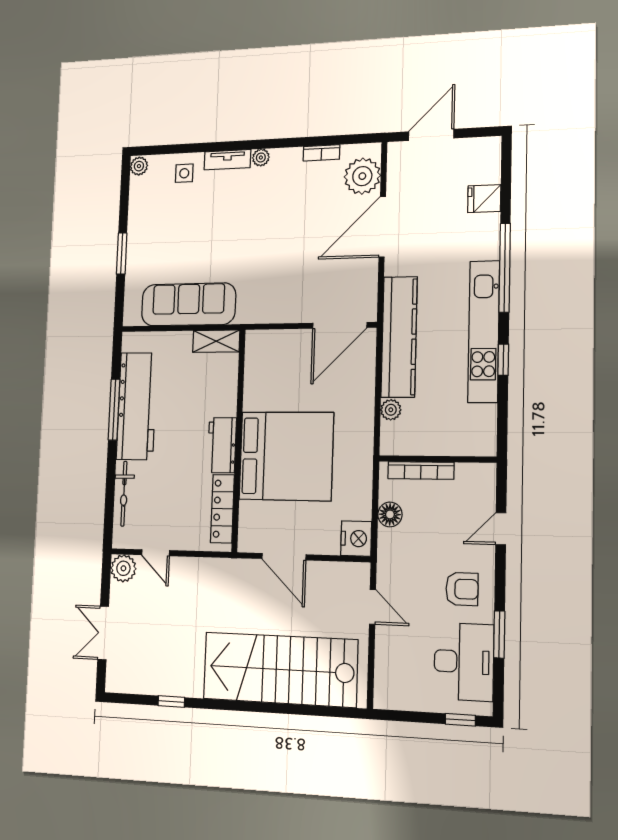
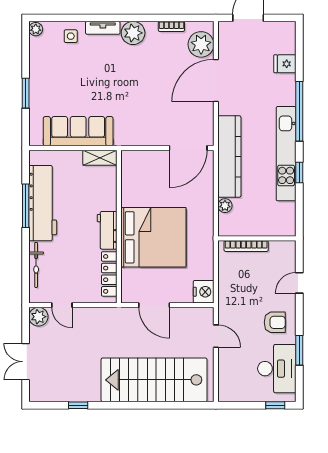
plant: (261, 158) -> (133, 33), width x1.88, depth x1.88
floor lamp: (390, 514) -> (226, 275), removed

